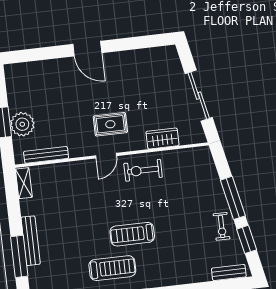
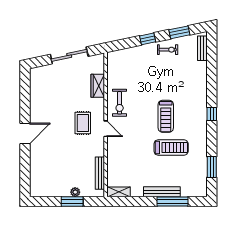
plant: (22, 124) -> (75, 192), width x0.53, depth x0.53
window: (233, 198) -> (148, 39), width x0.46
treadmill: (112, 268) -> (171, 147), moved, turned 90

